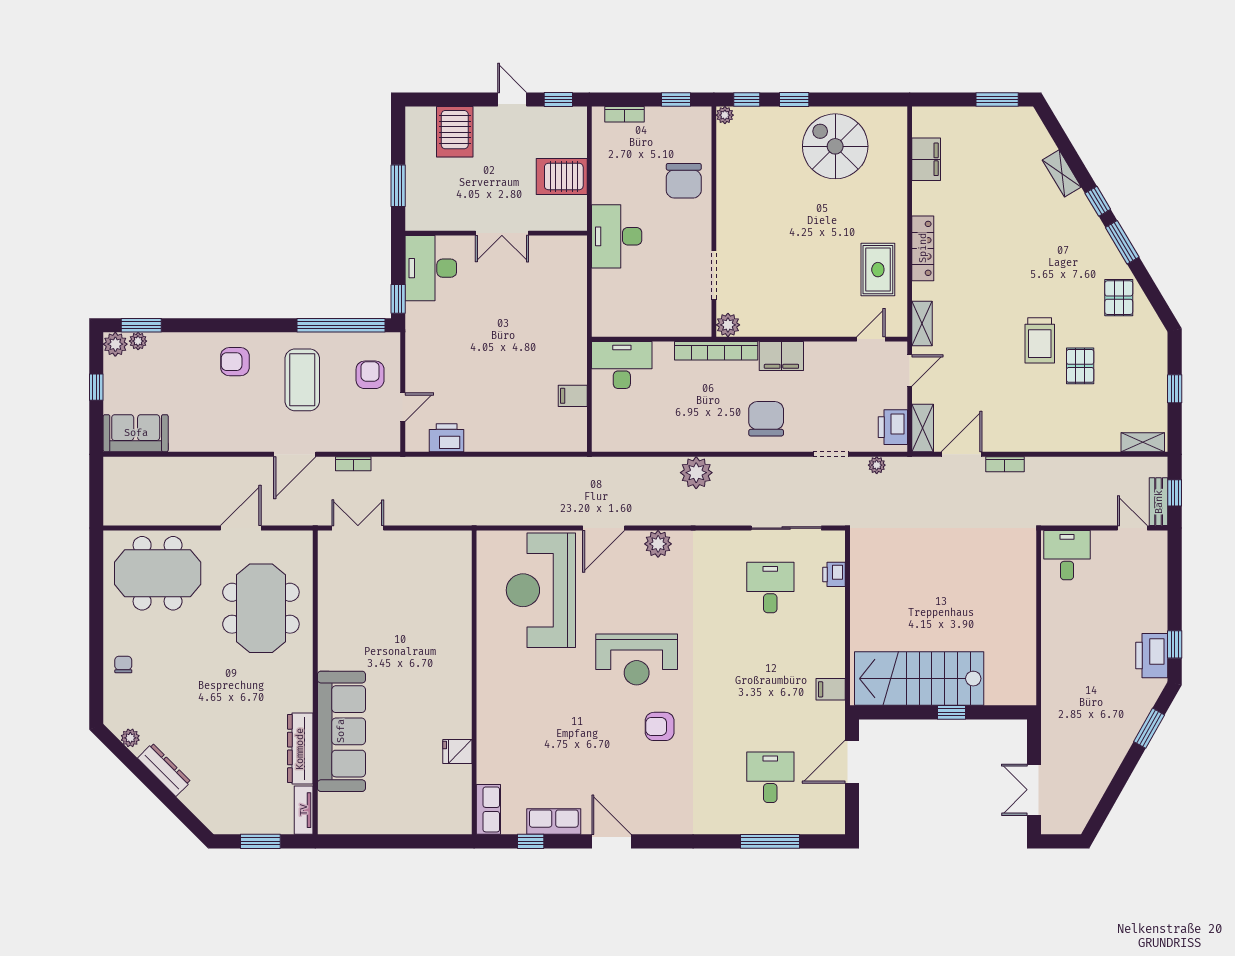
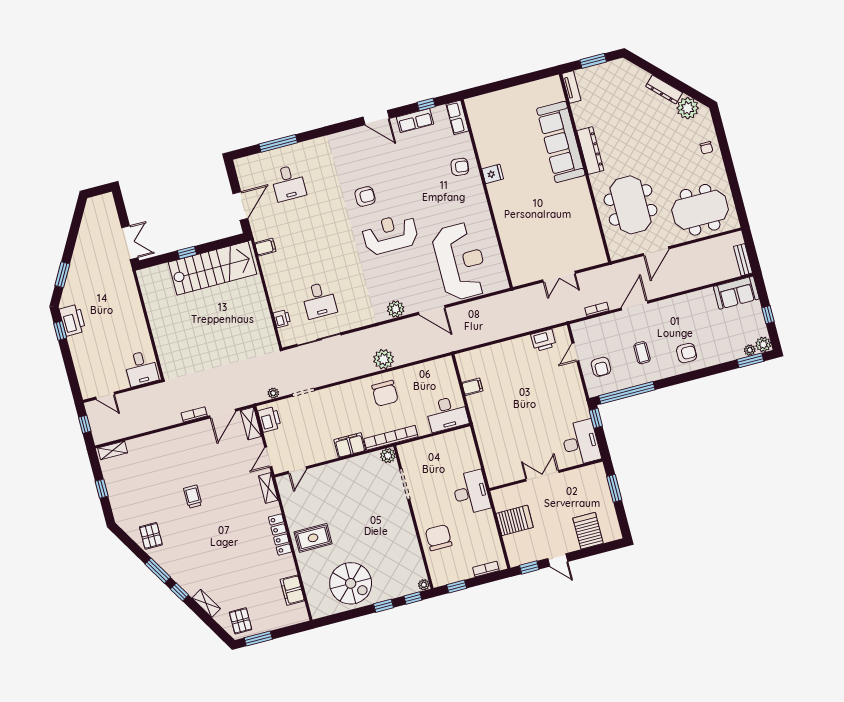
rug: (878, 270) -> (313, 538), moved, turned 90
trolley: (1040, 340) -> (193, 497), width x0.73, depth x0.72
pallet: (1080, 366) -> (241, 621), moved
coffee table: (302, 380) -> (642, 353), width x0.54, depth x0.58
chair: (766, 419) -> (385, 393), moved
bench: (1159, 502) -> (743, 260), moved
double door: (358, 528) -> (559, 277), moved
door: (604, 528) -> (432, 310), swing flipped
armchair: (504, 734) -> (460, 167), added
plant: (130, 738) -> (688, 108), width x1.87, depth x1.87
dresser: (300, 749) -> (590, 150), moved
fridge: (457, 751) -> (493, 174), moved
double door: (1034, 790) -> (130, 243), moved

